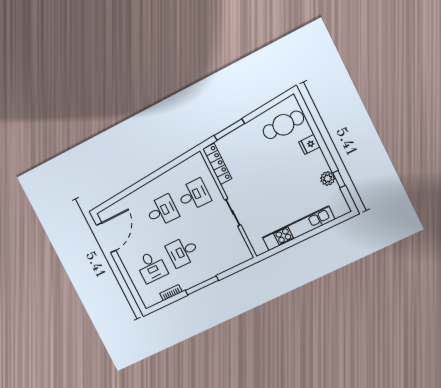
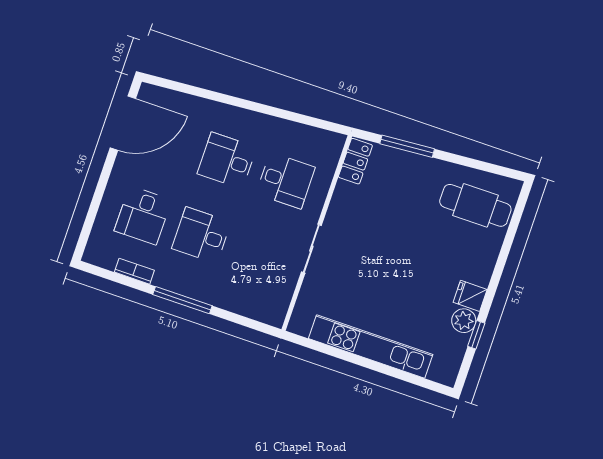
fridge: (309, 144) -> (470, 296), moved
locker: (217, 164) -> (355, 161), width x0.66
desk: (162, 211) -> (227, 161), turned 180

